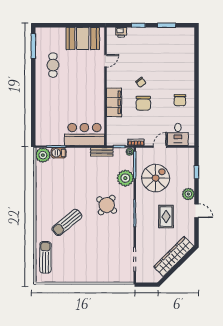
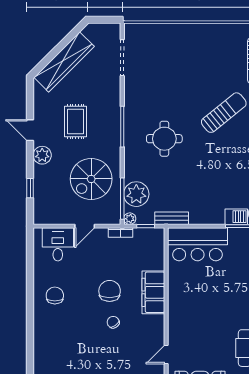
plant: (125, 178) -> (136, 194), moved
round table: (107, 205) -> (164, 139), turned -38

